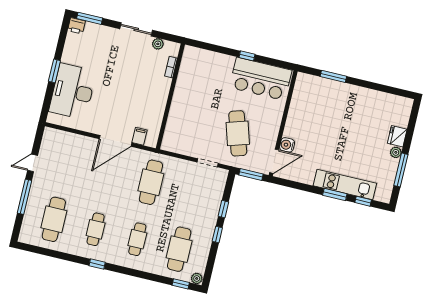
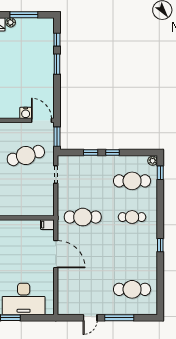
filing cabinet: (139, 136) -> (47, 225), moved
door: (33, 163) -> (90, 318), hinge flipped
kitchen unit: (345, 185) -> (47, 58), removed
cafe table: (96, 229) -> (132, 253), removed

